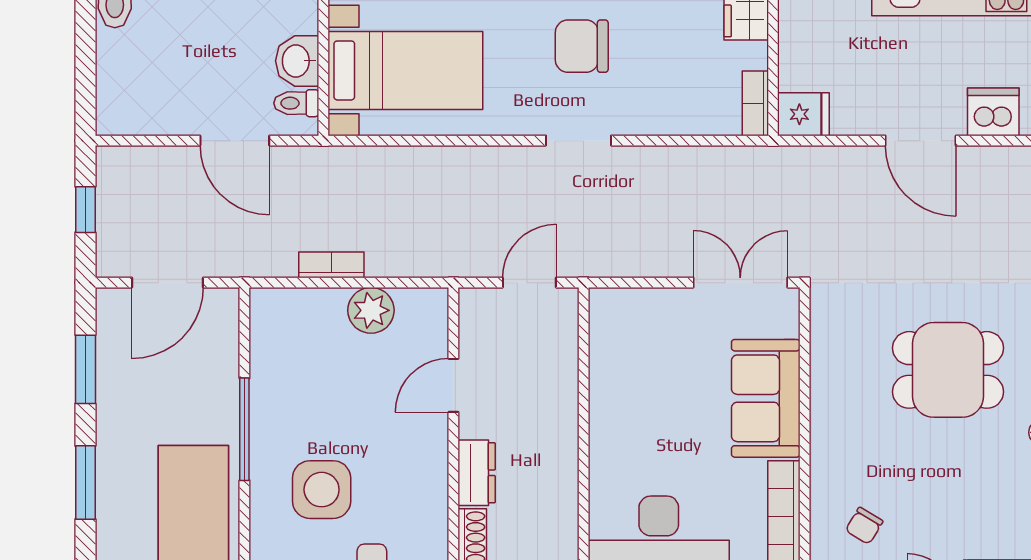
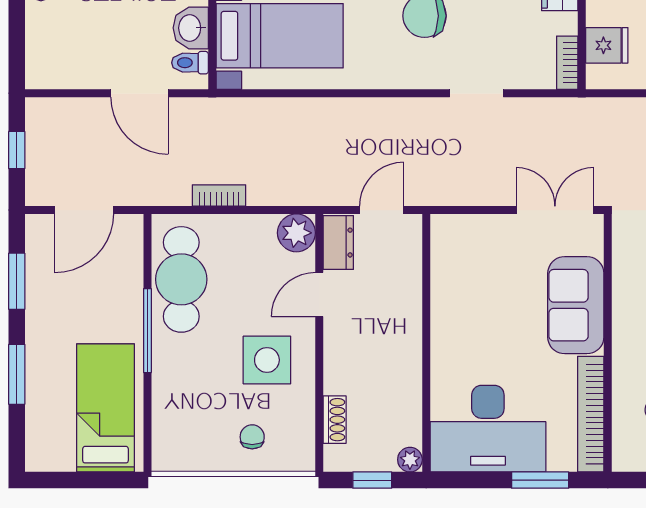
fridge: (803, 114) -> (607, 45), moved
doorway: (578, 141) -> (476, 93), moved
plant: (371, 310) -> (296, 233), moved
cafe table: (286, 367) -> (181, 279), added
dresser: (477, 473) -> (338, 243), moved
side table: (322, 490) -> (267, 360), moved

